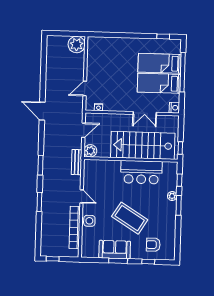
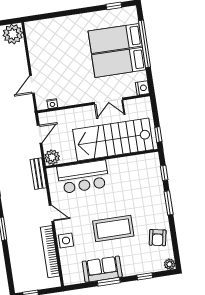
bar counter: (141, 172) -> (83, 177), moved
plant: (172, 196) -> (170, 264), moved
coffee table: (130, 218) -> (113, 229), turned -32
armchair: (153, 245) -> (158, 238), moved, turned -79

